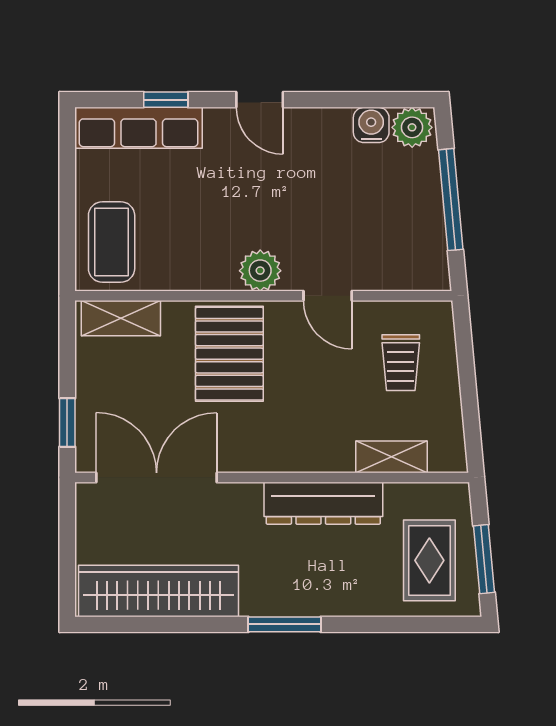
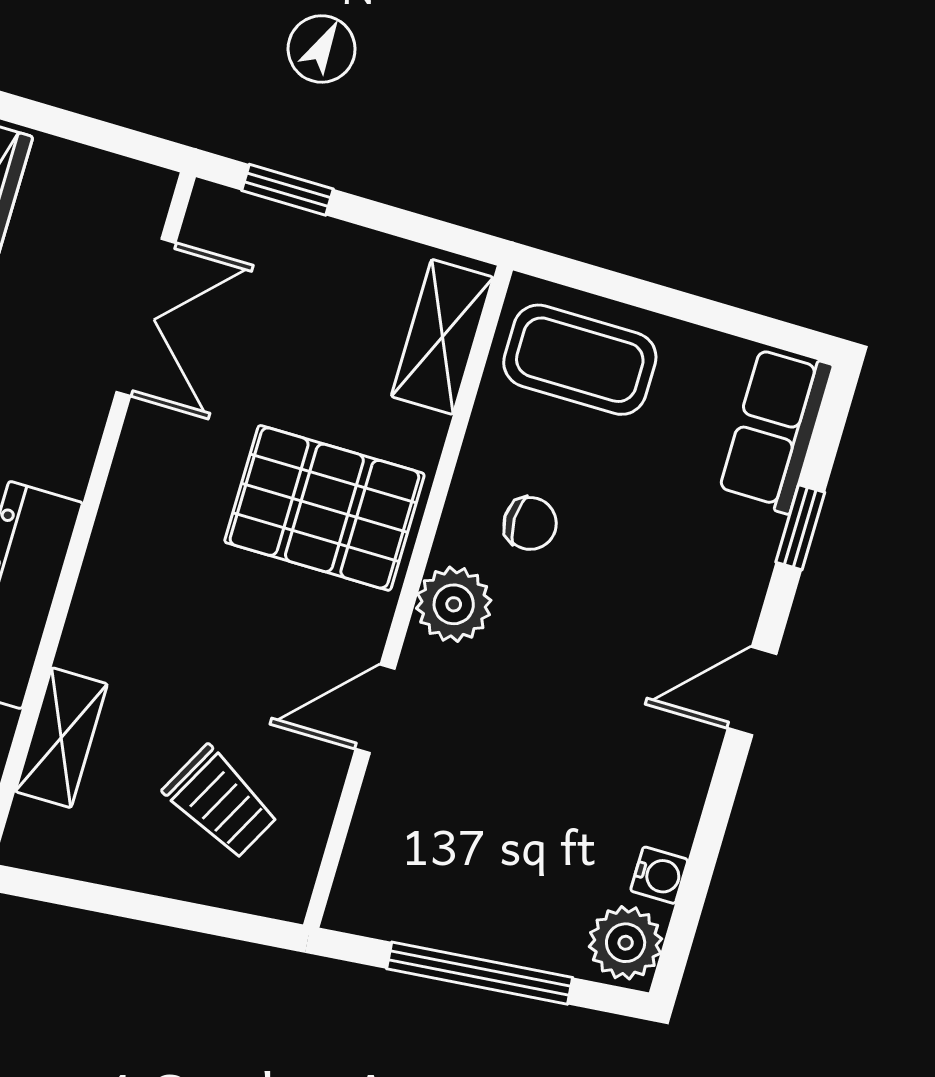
water cooler: (371, 125) -> (659, 875), width x0.72, depth x0.72
row of seats: (138, 128) -> (776, 429), width x0.68
chair: (206, 243) -> (530, 523), added
trolley: (401, 363) -> (221, 802), turned -152
double door: (157, 477) -> (146, 317), width x0.73

